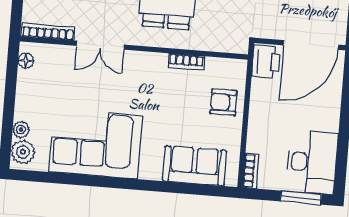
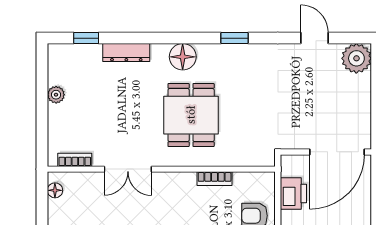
bookcase: (48, 32) -> (75, 160), width x0.64
printer: (266, 62) -> (293, 193), moved

